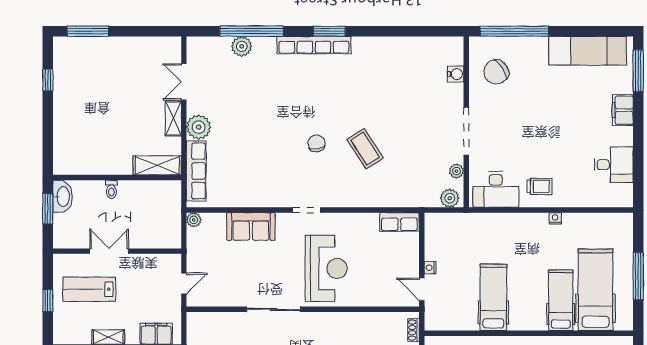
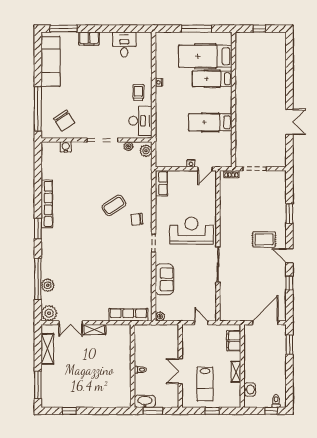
row of seats: (314, 45) -> (47, 204), moved
plant: (199, 127) -> (49, 313), moved
chair: (317, 143) -> (137, 219), moved
shelving: (157, 165) -> (47, 349), moved

